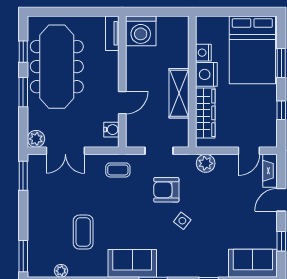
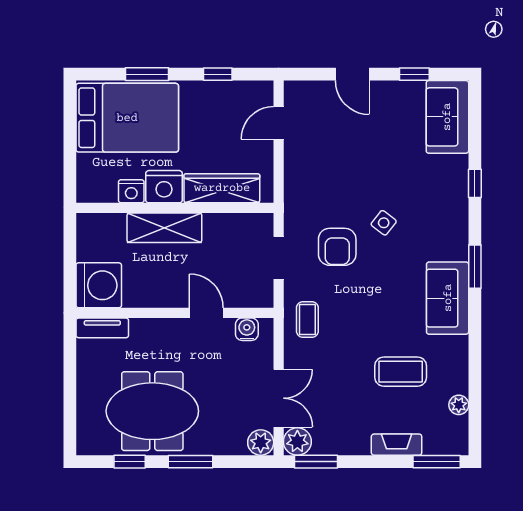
meeting table: (57, 67) -> (152, 411), width x0.73
shelving: (179, 93) -> (164, 228), moved
door: (249, 151) -> (279, 123), swing flipped
plant: (206, 163) -> (297, 442), moved
fireplace: (270, 171) -> (397, 445), moved, turned 180

